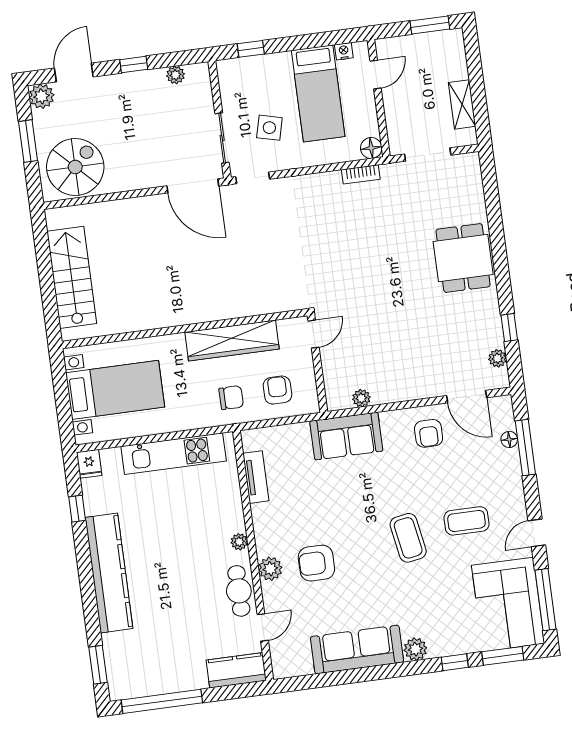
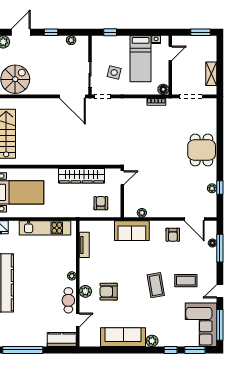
plant: (497, 358) -> (212, 188), moved
chair: (231, 398) -> (77, 204), removed

